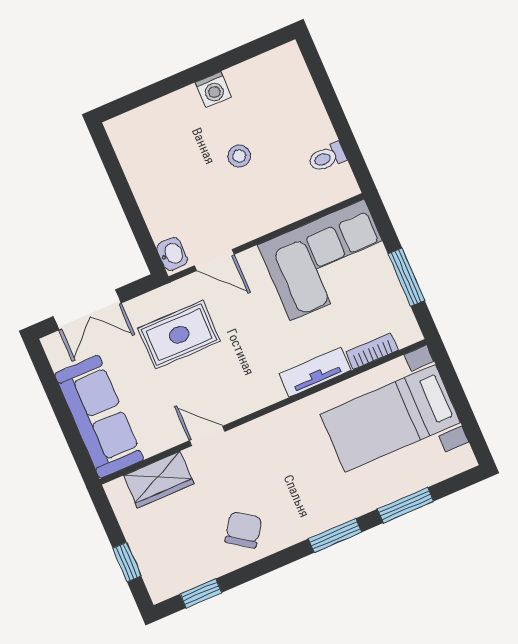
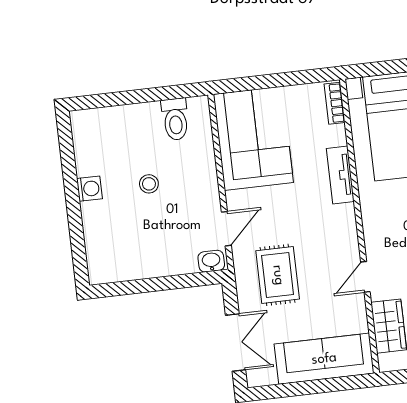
toilet: (327, 157) -> (175, 119), width x1.37, depth x1.39
window: (406, 277) -> (286, 79), removed
bookcase: (372, 351) -> (335, 103), moved

